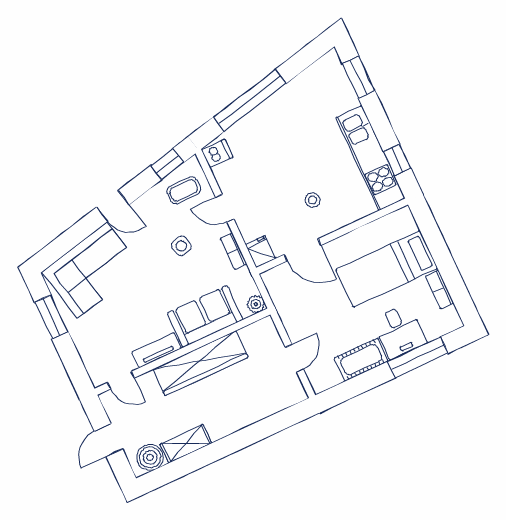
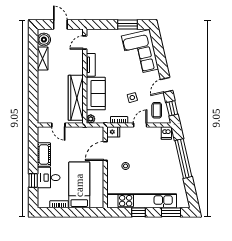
kitchen unit: (370, 158) -> (142, 201), width x1.36
window: (397, 160) -> (138, 212), moved
door: (113, 206) -> (167, 85), moved
window: (418, 357) -> (33, 180), width x0.46
wardrobe: (200, 363) -> (76, 98), moved

